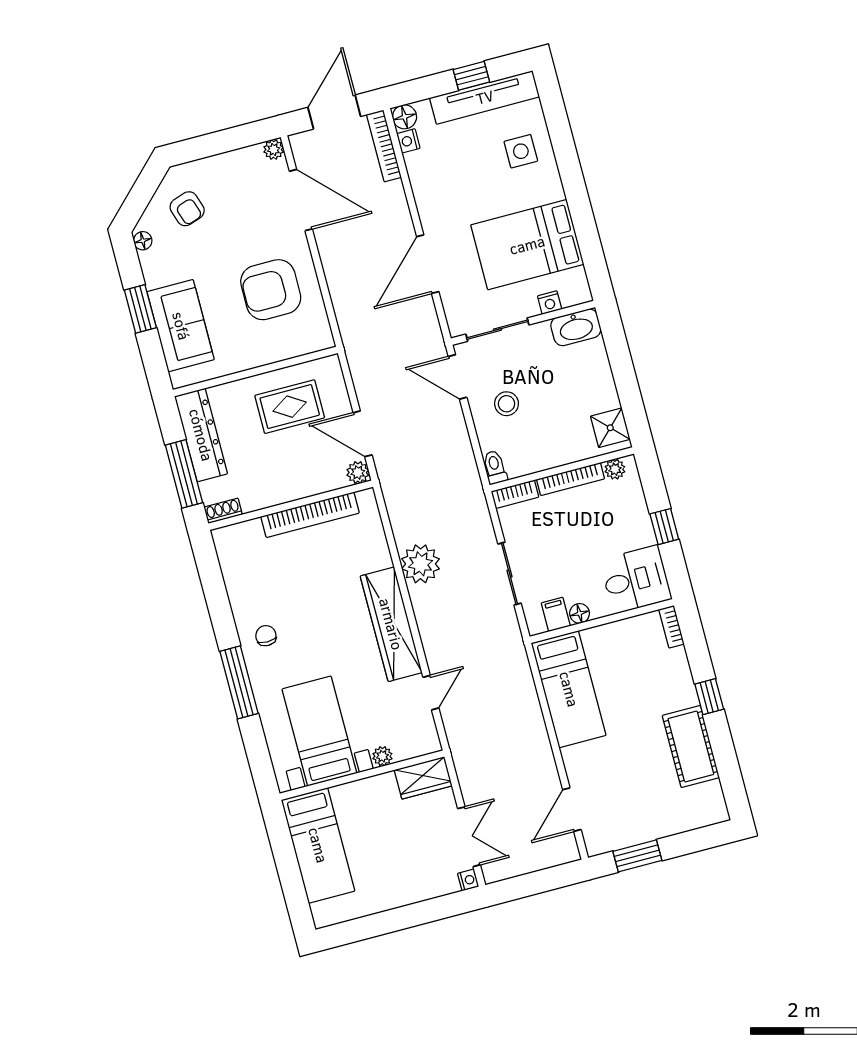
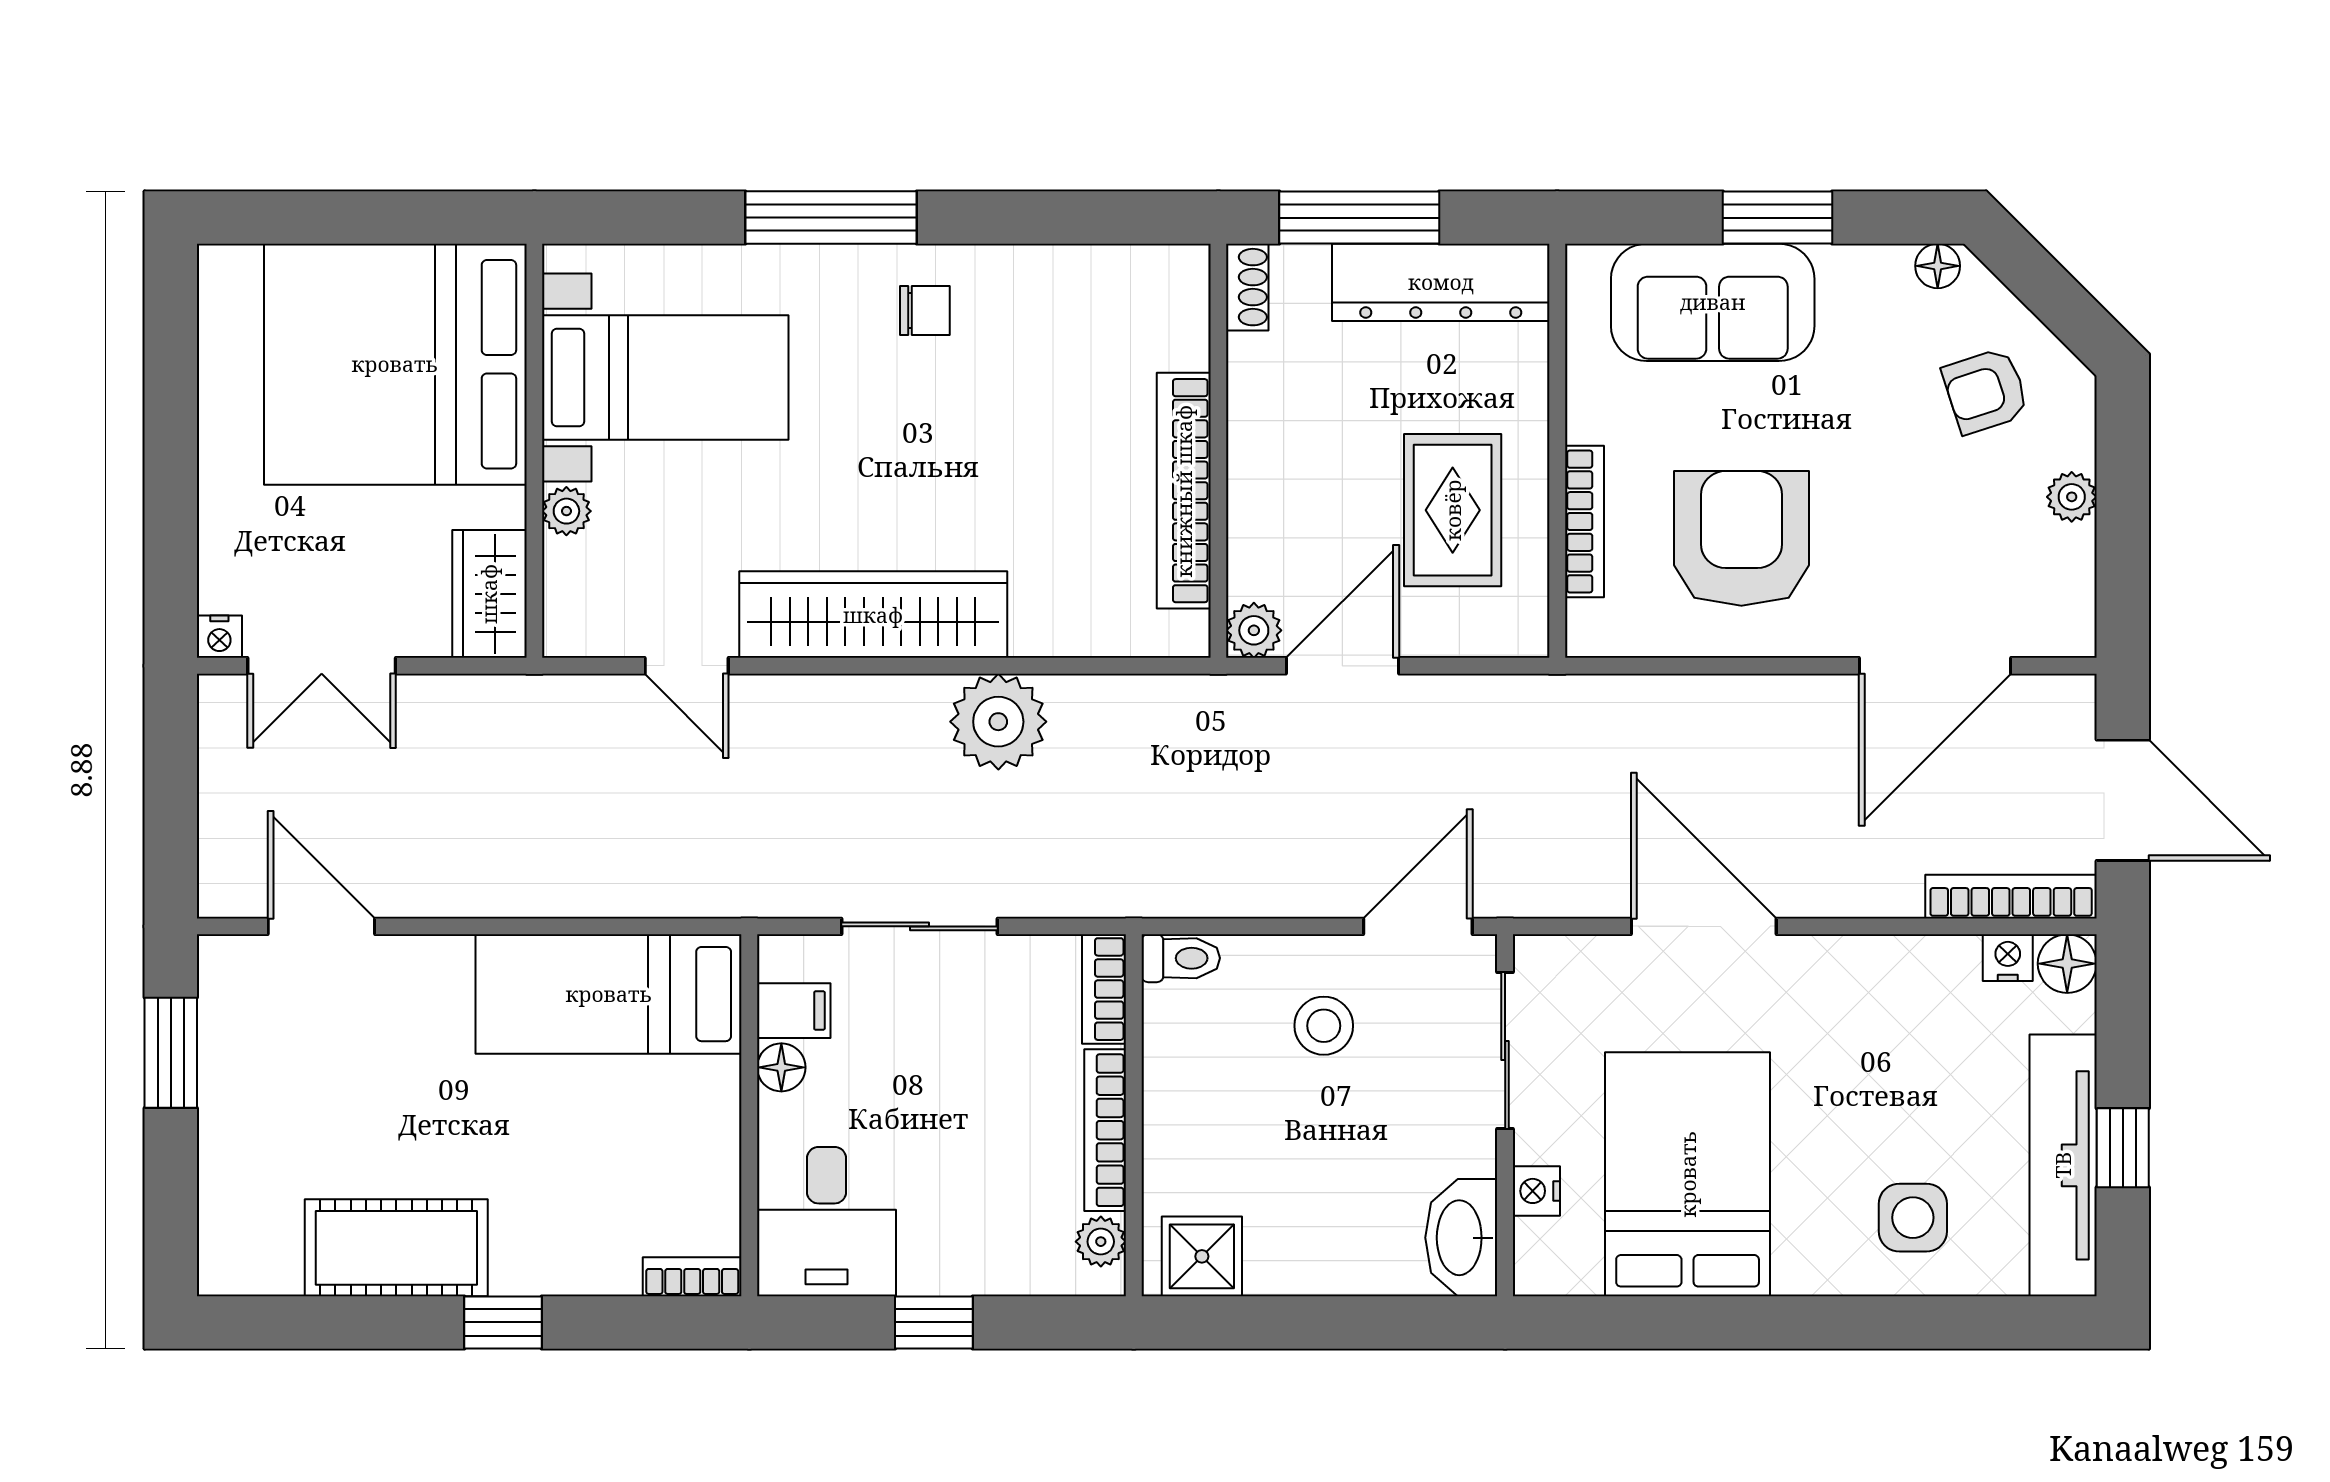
plant: (274, 149) -> (2072, 497), moved
bookcase: (280, 353) -> (1584, 521), added
bed: (318, 845) -> (395, 364), width x2.04

